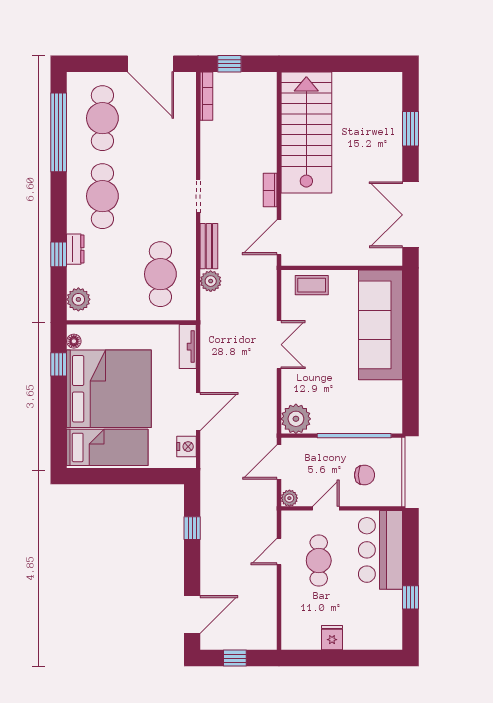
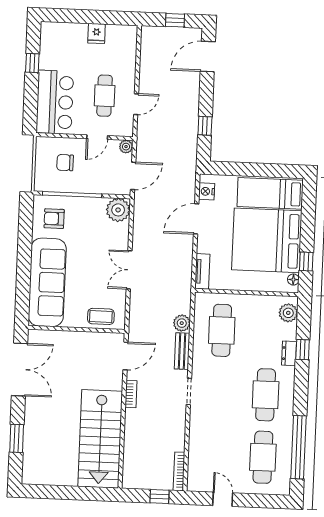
door: (150, 64) -> (223, 499), width x0.53
armchair: (375, 405) -> (54, 219), added

